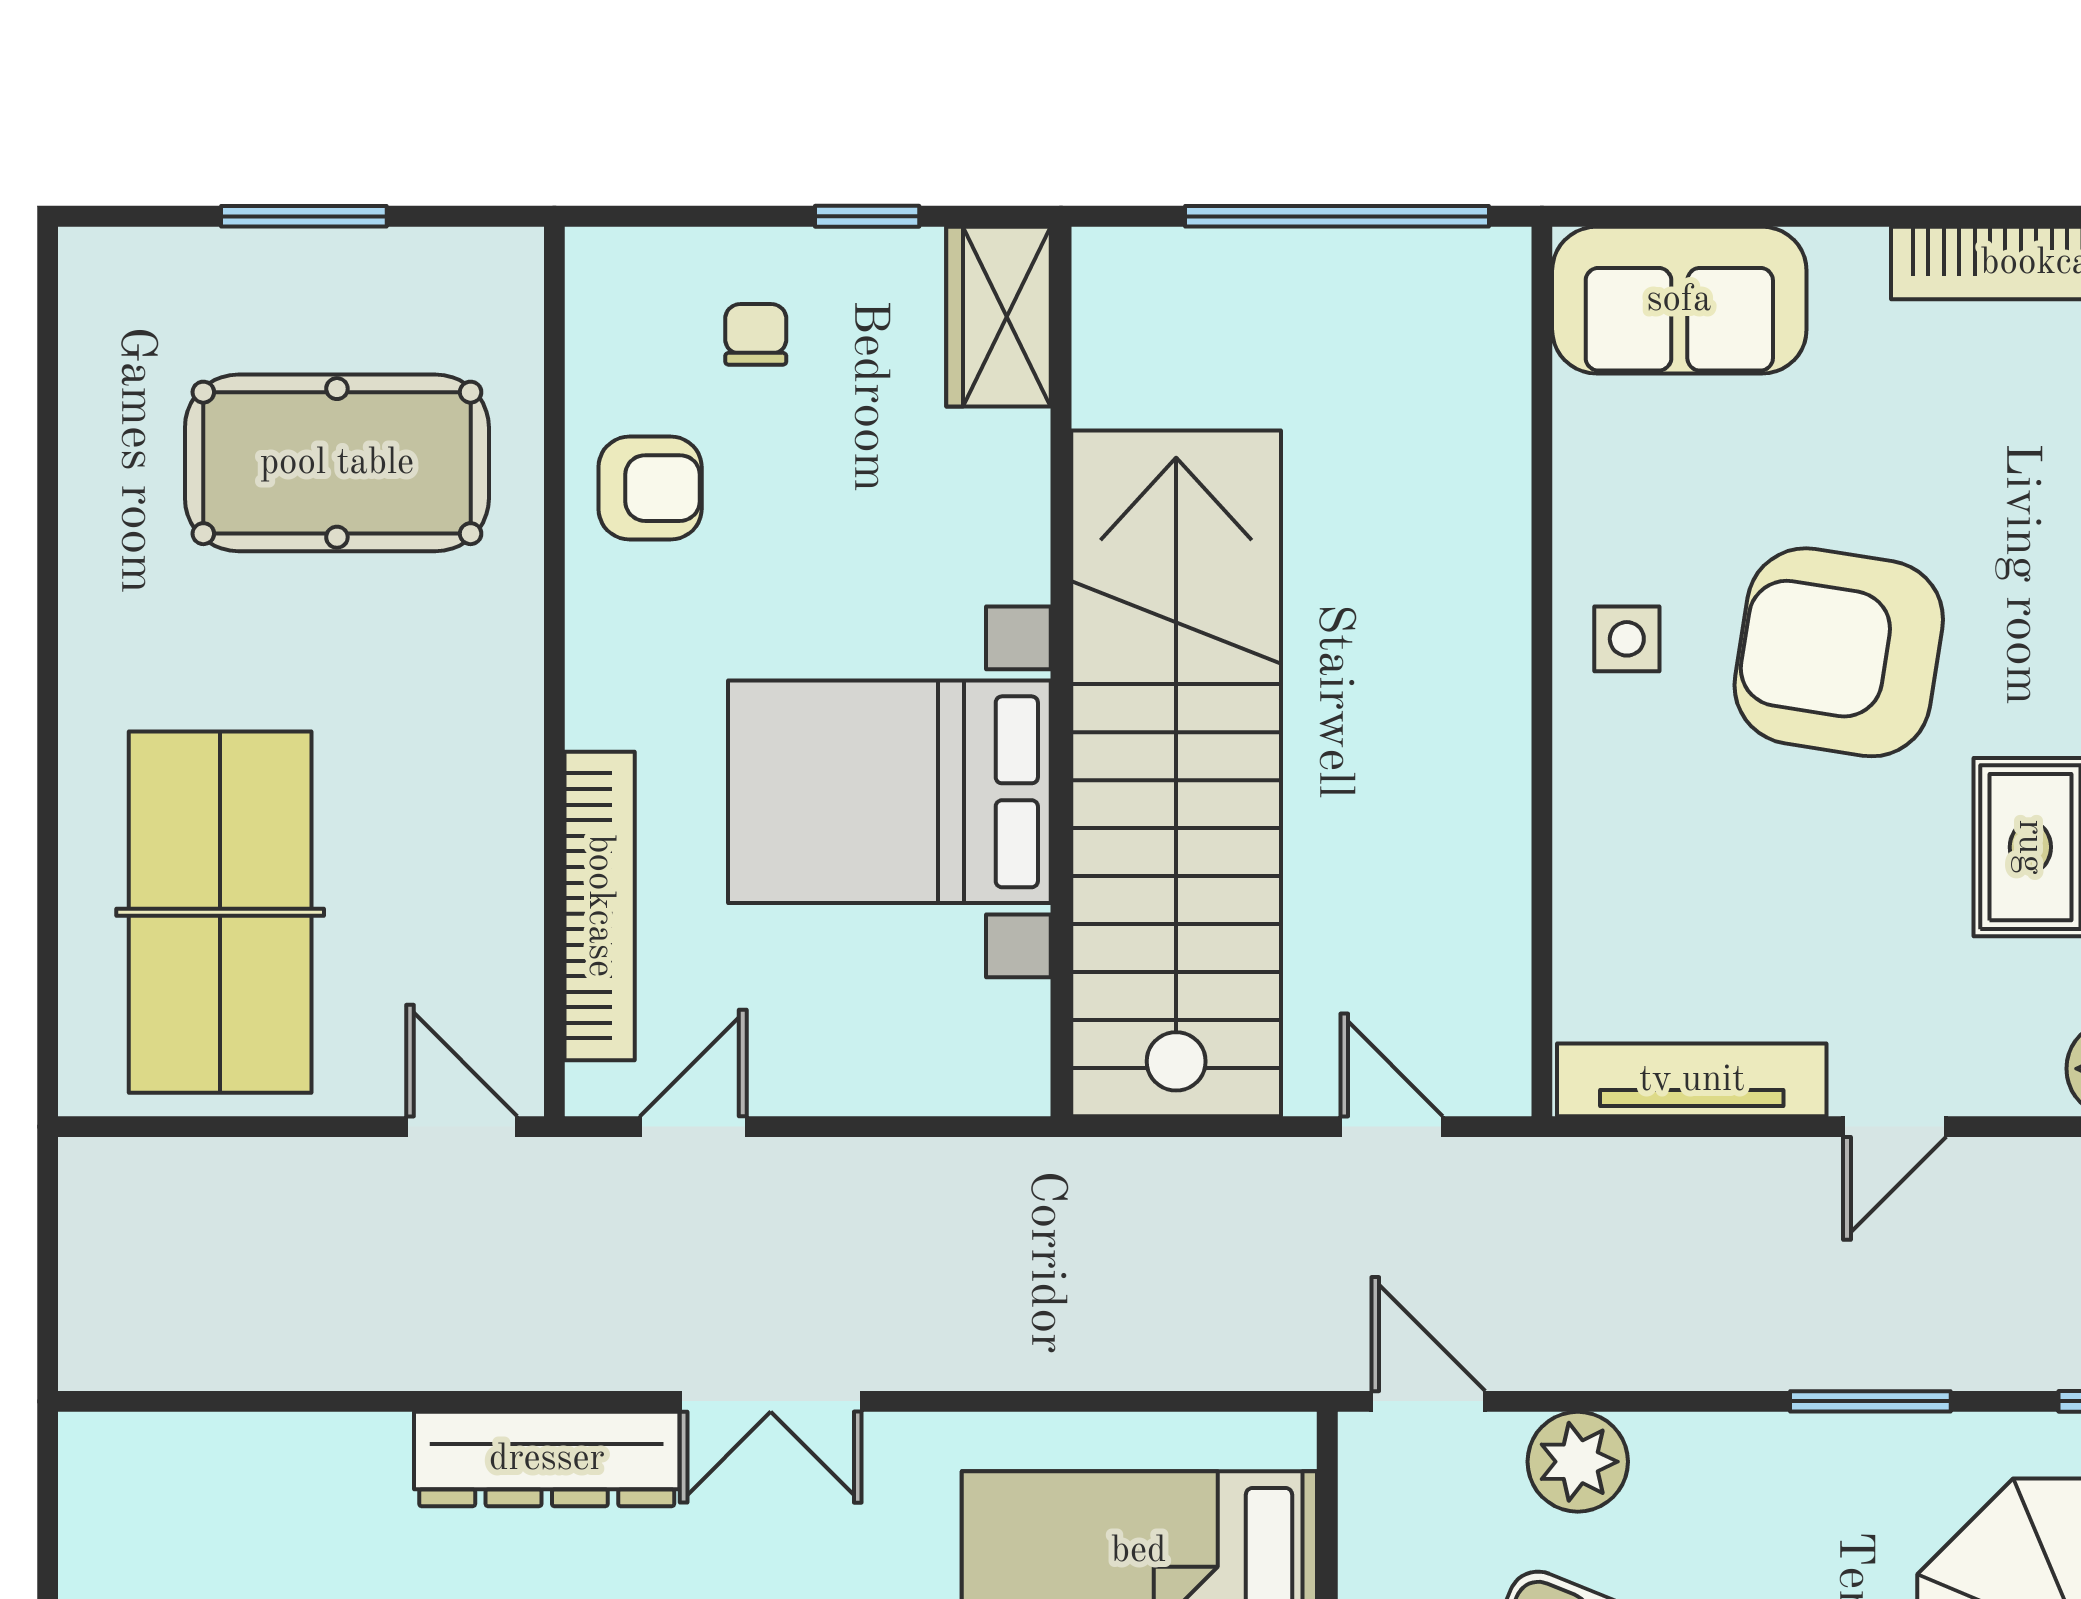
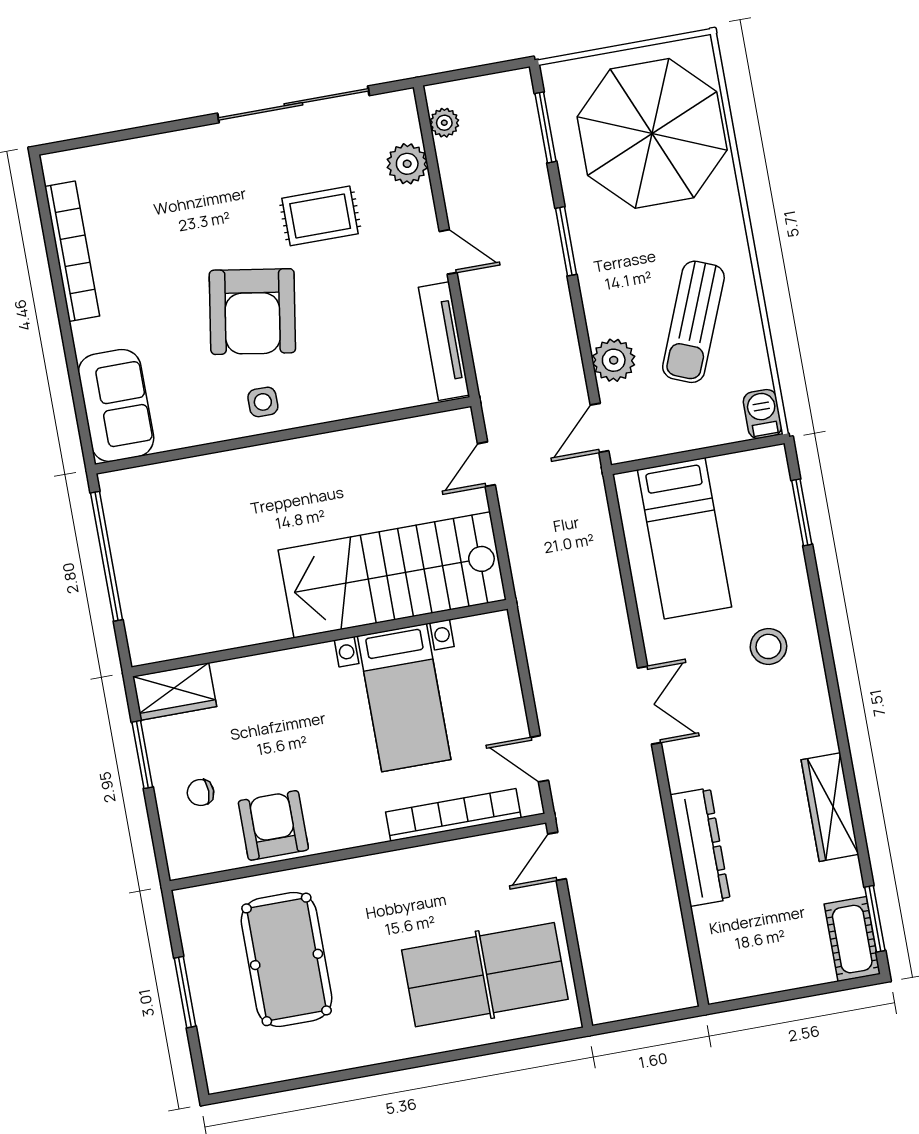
window: (867, 216) -> (142, 755), width x1.50
armchair: (650, 488) -> (273, 825), width x1.38, depth x1.38
stairs: (1176, 773) -> (392, 575), width x0.73
bed with nightstands: (889, 792) -> (404, 698), width x0.73
dresser: (547, 1459) -> (700, 847), moved

